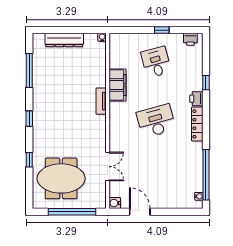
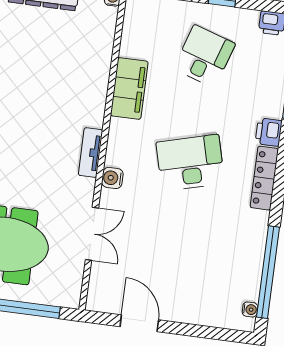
desk: (156, 62) -> (204, 56), turned 33
tv unit: (101, 101) -> (91, 153), moved
water cooler: (115, 203) -> (112, 178), moved

